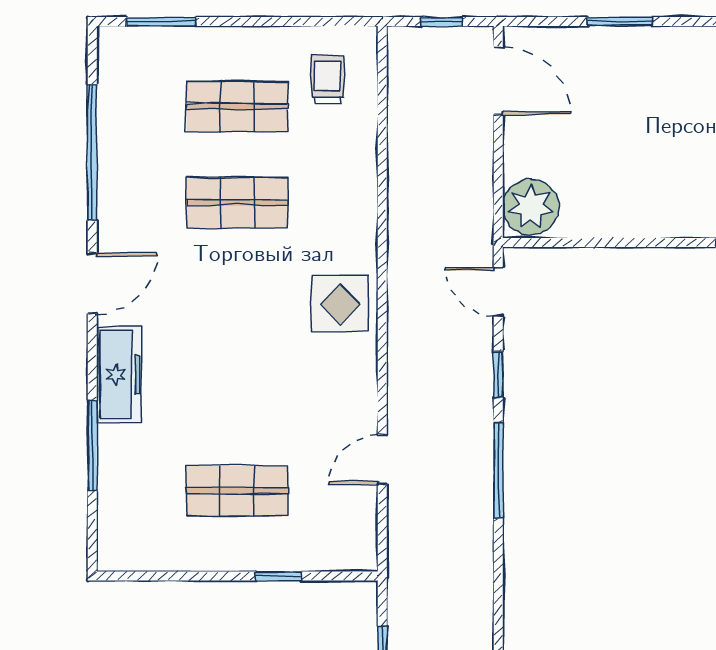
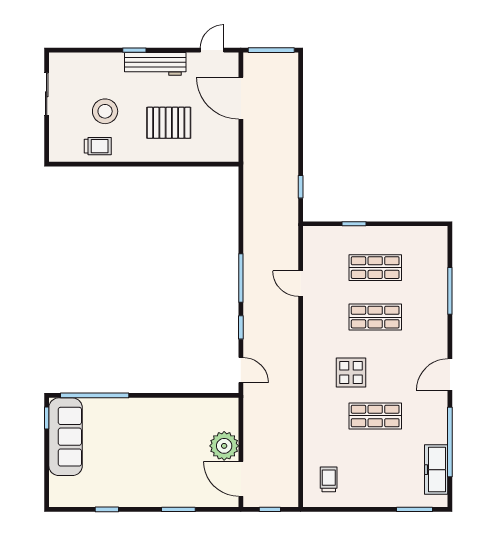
trolley: (328, 80) -> (329, 479), turned 180
shop shelf: (237, 107) -> (375, 317), moved
plant: (531, 207) -> (224, 446), moved
display table: (340, 304) -> (351, 373), moved
freezer: (119, 374) -> (436, 470), moved
door: (382, 460) -> (301, 284), swing flipped

